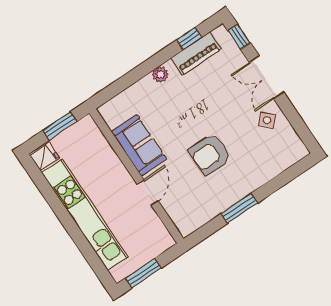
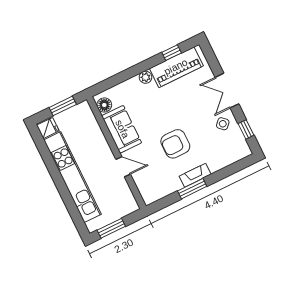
window: (239, 37) -> (246, 129), moved
piano: (196, 54) -> (176, 67), width x1.37, depth x1.33
floor lamp: (113, 117) -> (104, 105), added
fireplace: (241, 191) -> (195, 175), added
door: (148, 193) -> (123, 167), hinge flipped

